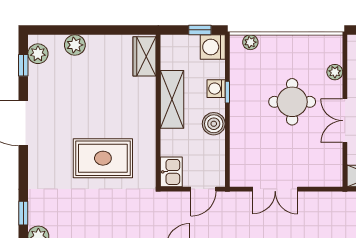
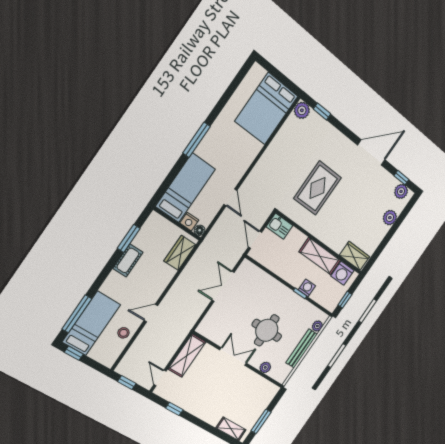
bench: (287, 42) -> (302, 348), added
washing machine: (213, 47) -> (342, 273), moved, turned 180
boiler: (214, 124) -> (288, 273), removed

